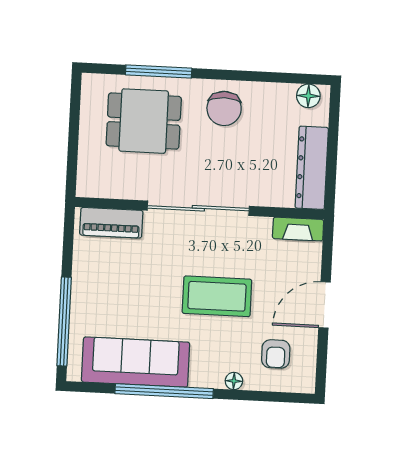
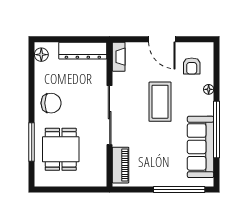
armchair: (276, 354) -> (192, 66), turned 90

